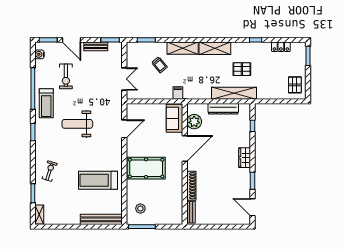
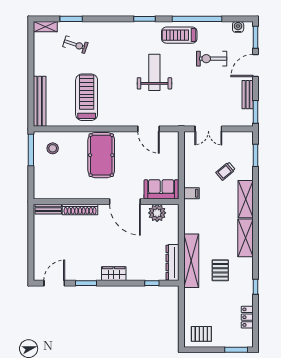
dresser: (223, 109) -> (172, 262), moved
exercise bike: (50, 171) -> (75, 45), moved

